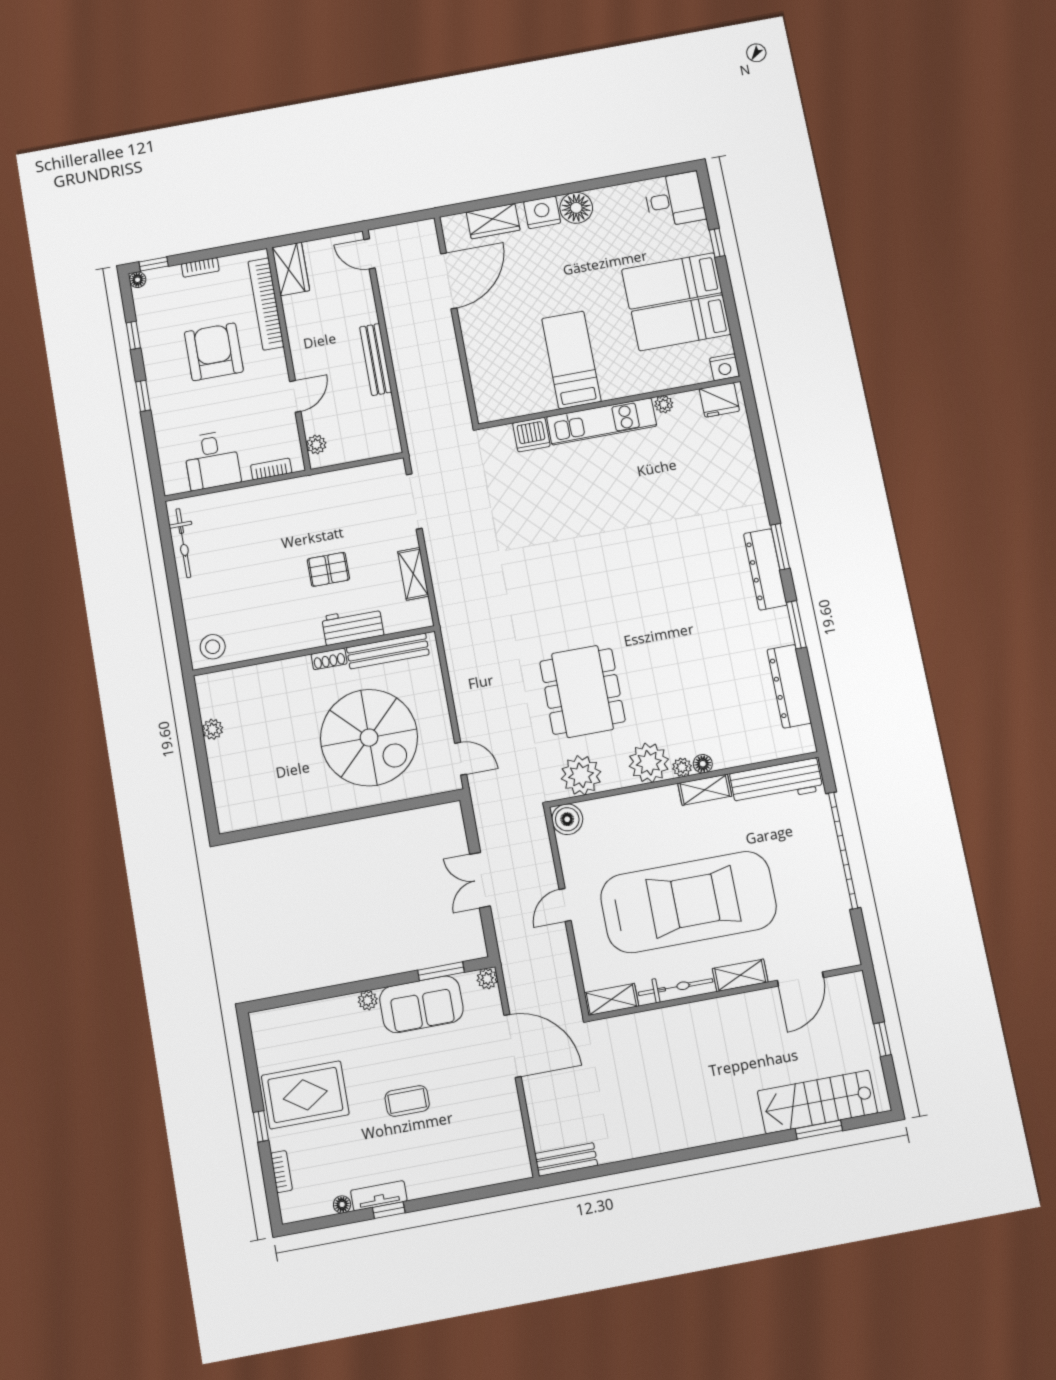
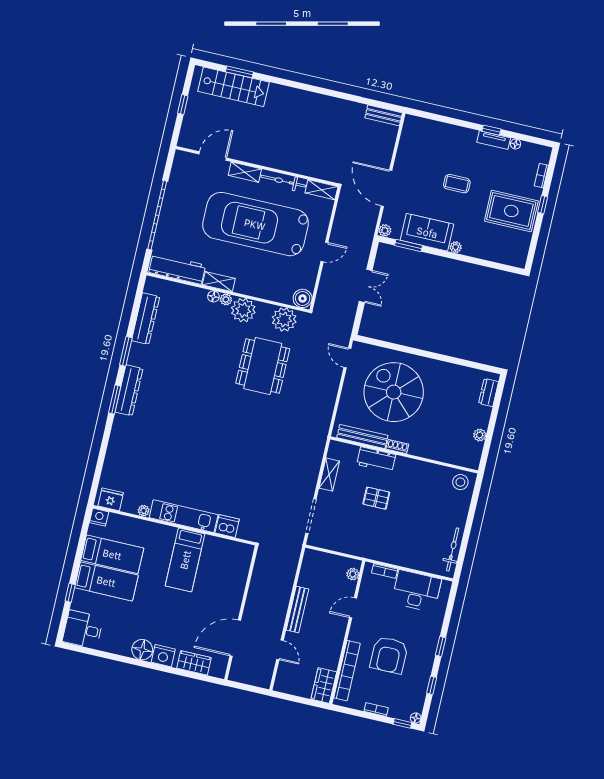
door: (369, 254) -> (280, 650), moved
desk: (212, 460) -> (416, 591), width x1.37
dresser: (225, 799) -> (489, 392), added

